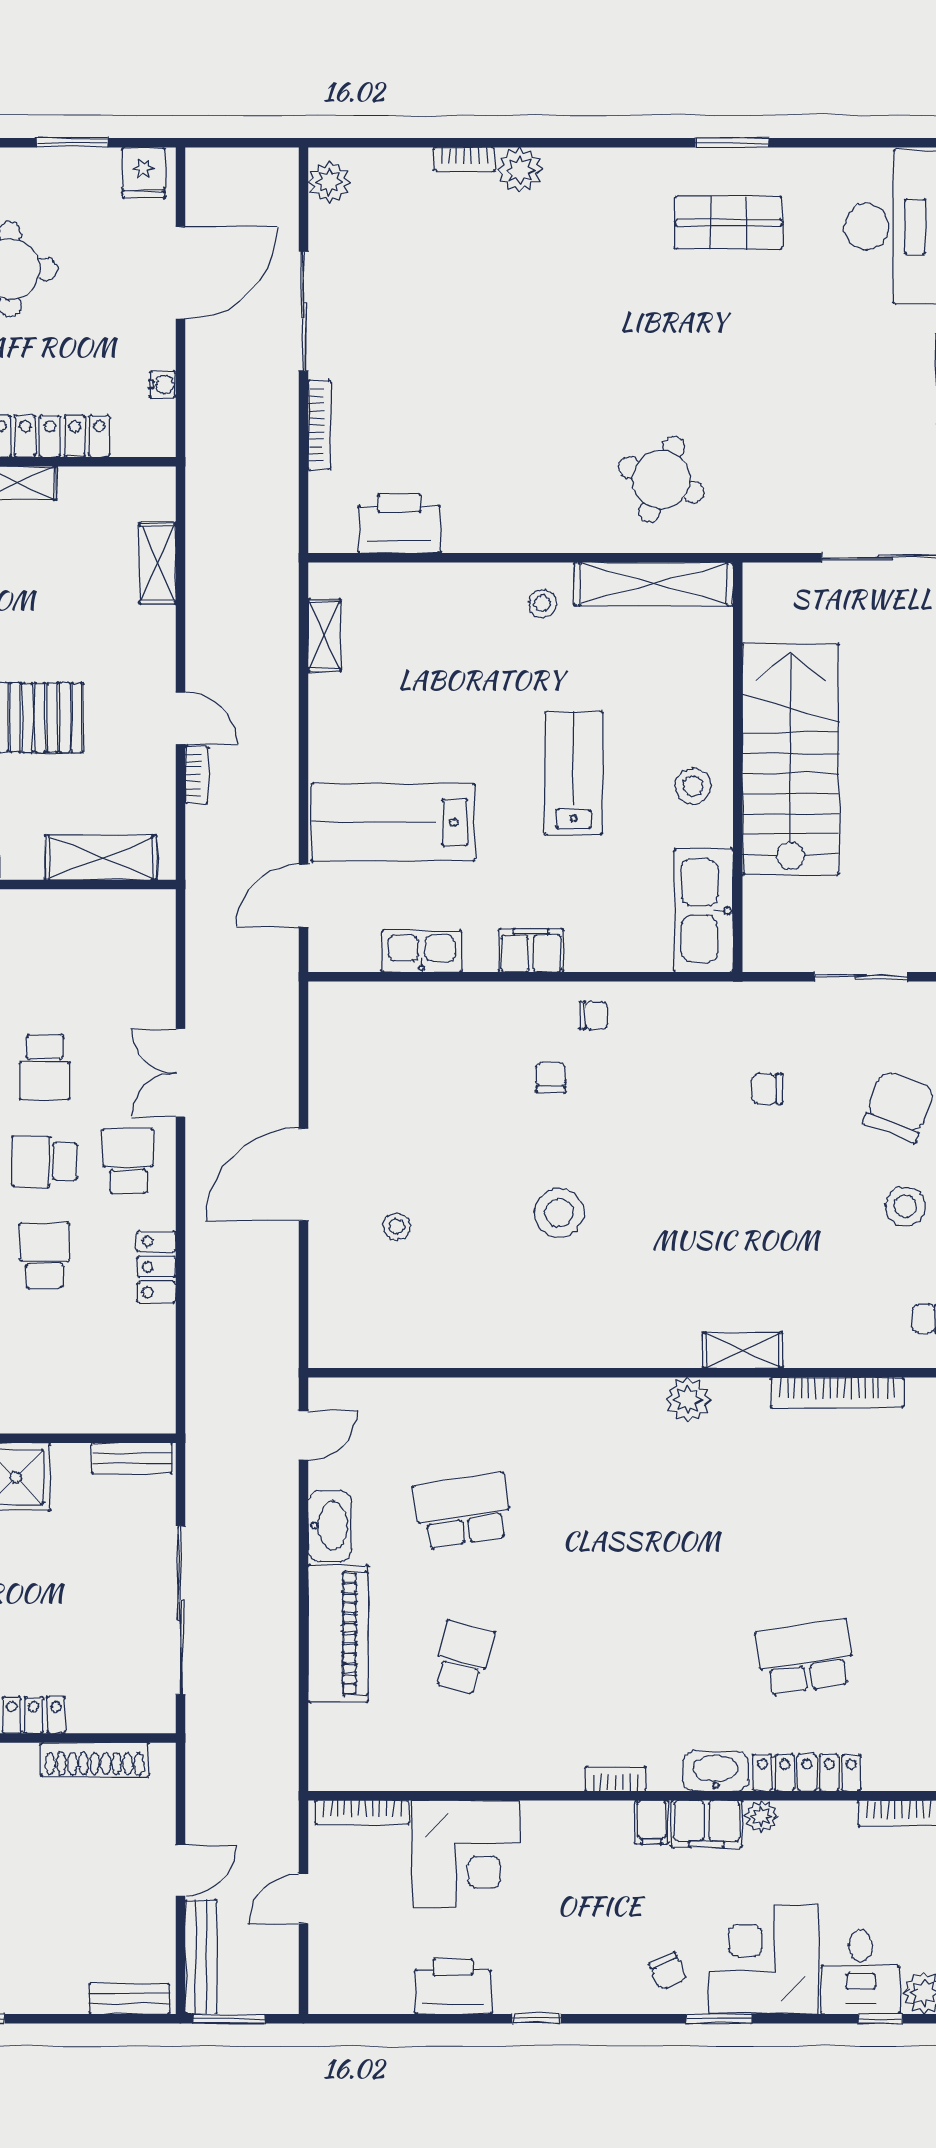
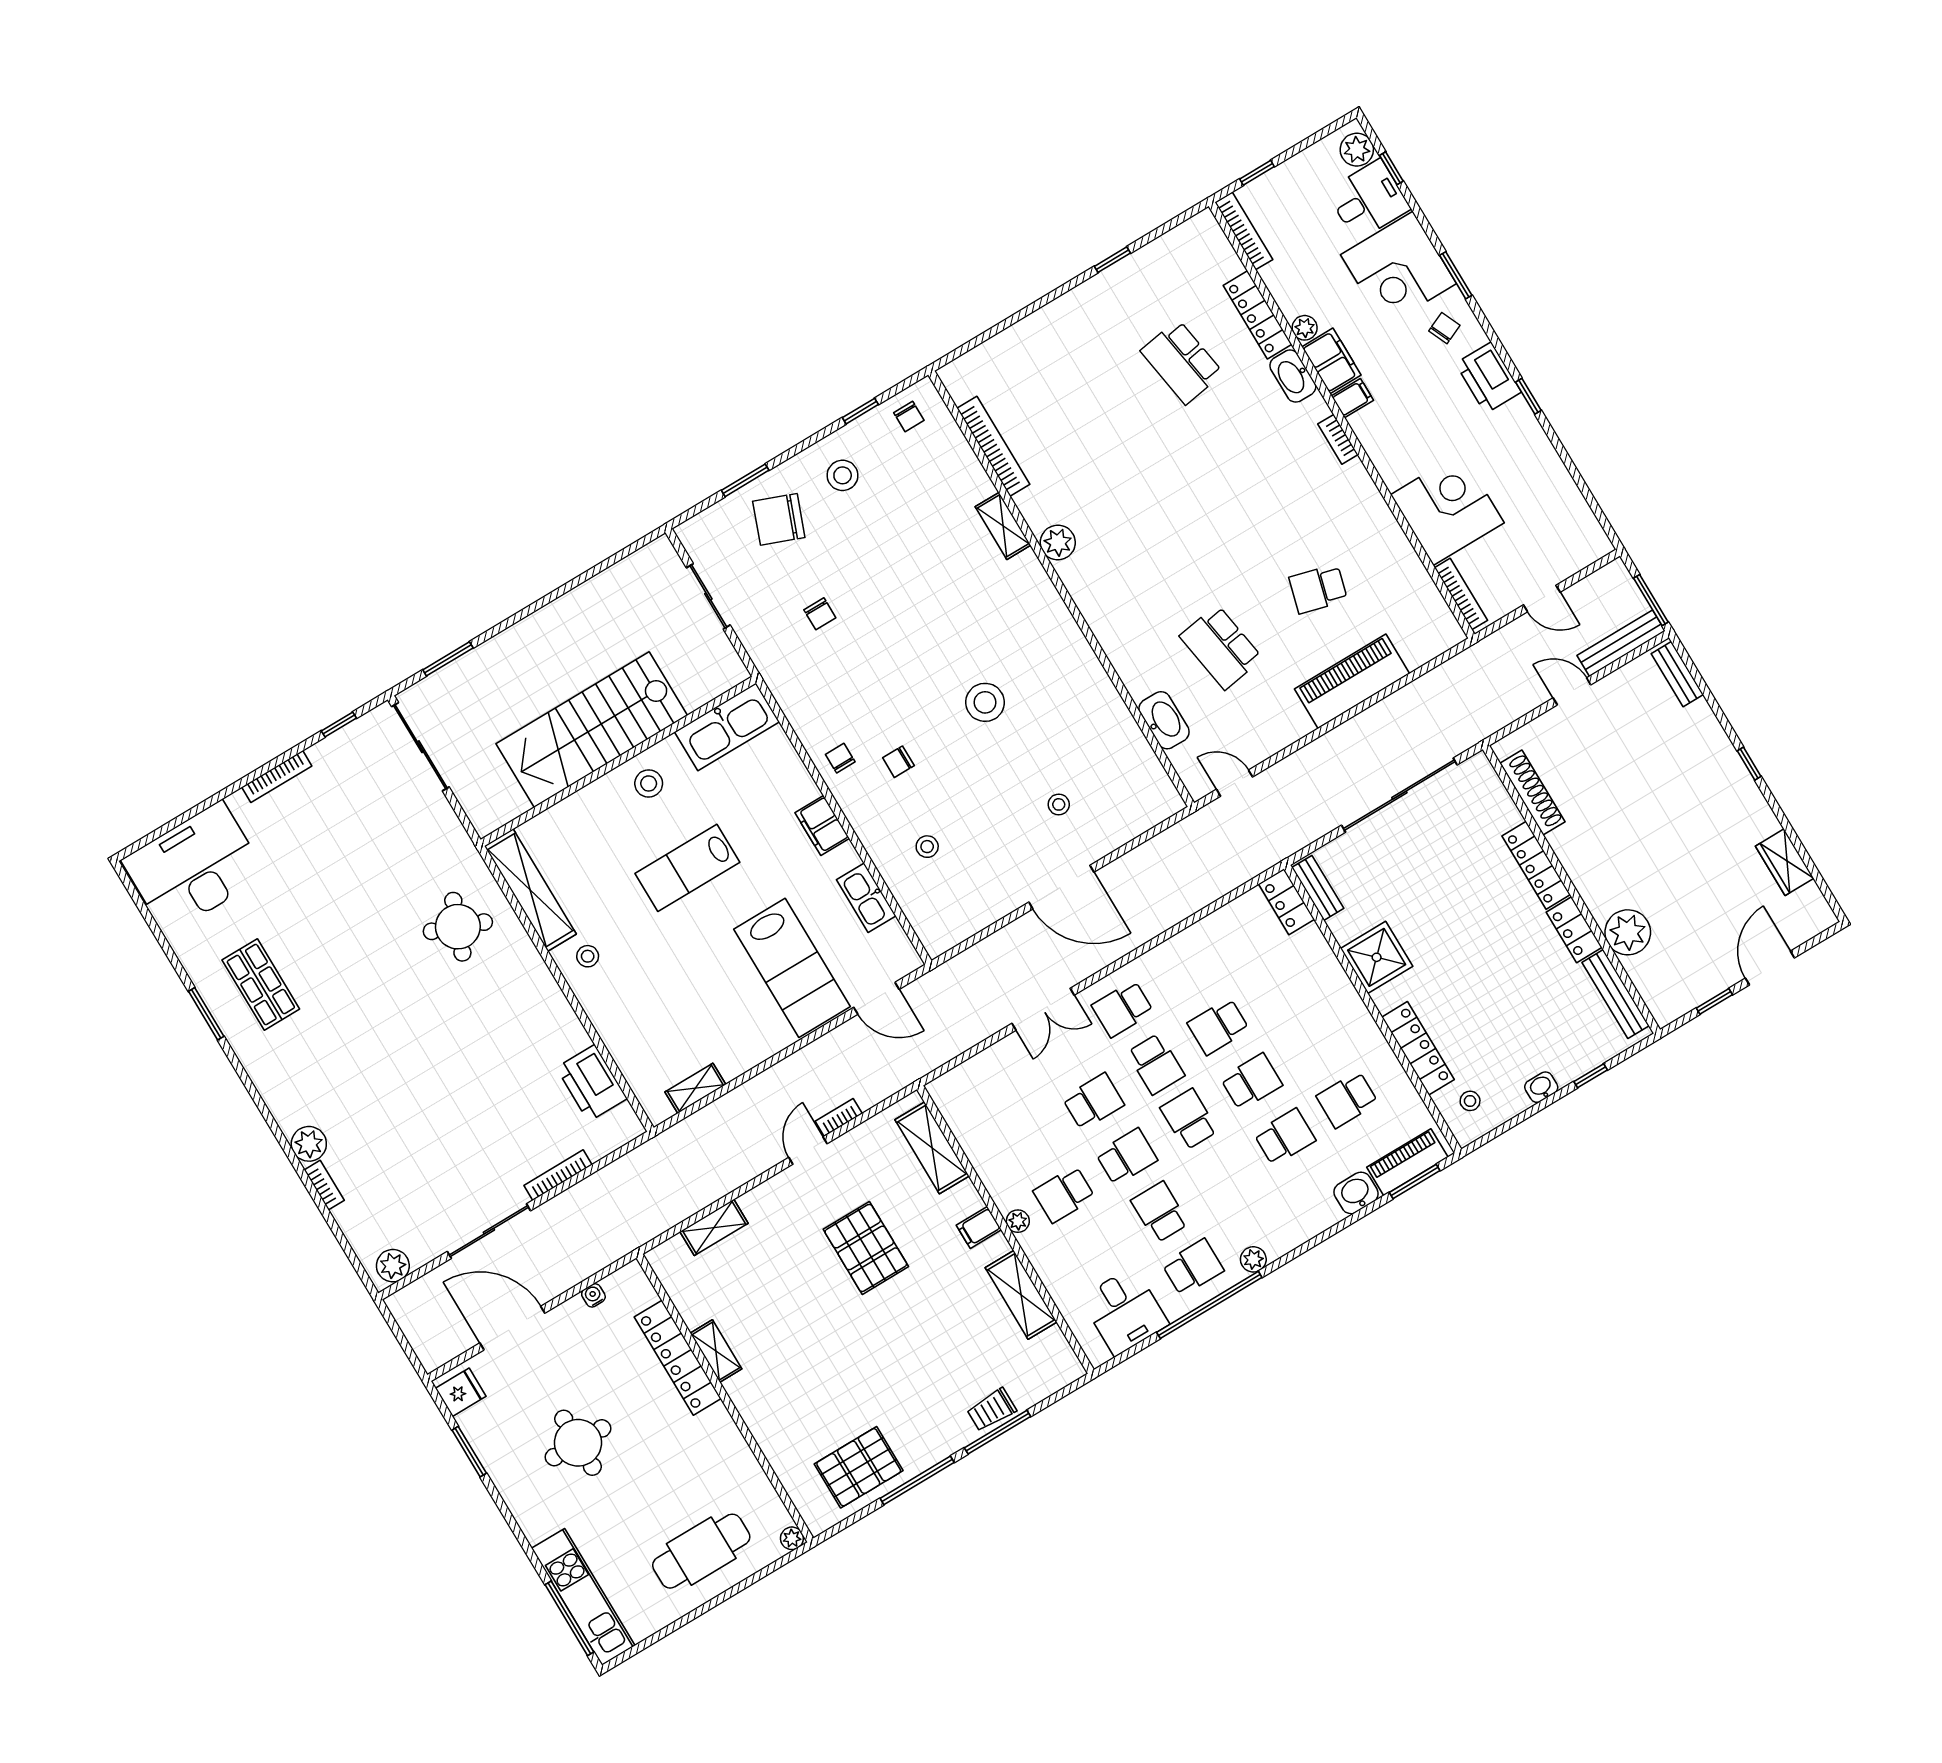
stool: (438, 1053) -> (927, 847), added
locker: (156, 1267) -> (1286, 902), moved, turned 90
washbasin: (330, 1526) -> (1164, 720), moved, turned 90
printer: (453, 1987) -> (1488, 378), moved

